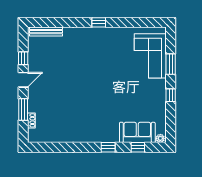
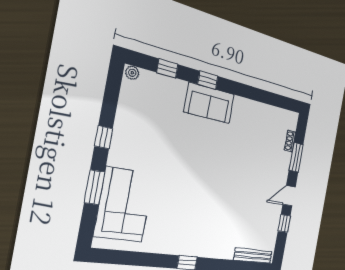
sofa: (137, 132) -> (209, 103), moved

